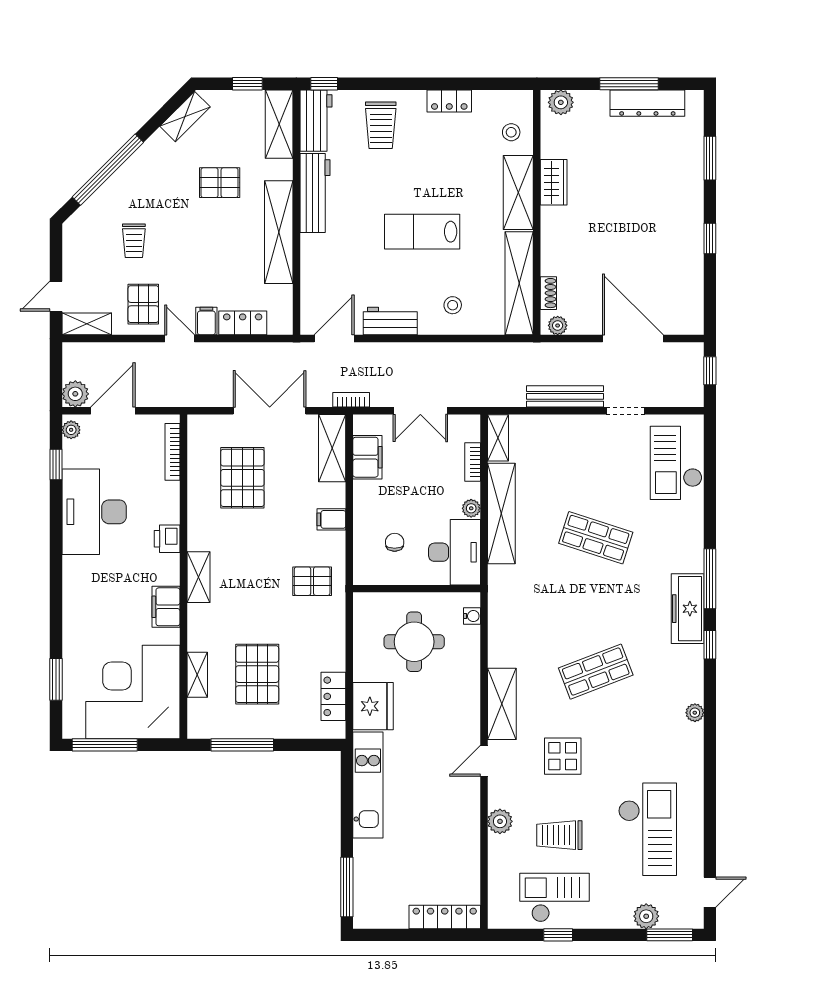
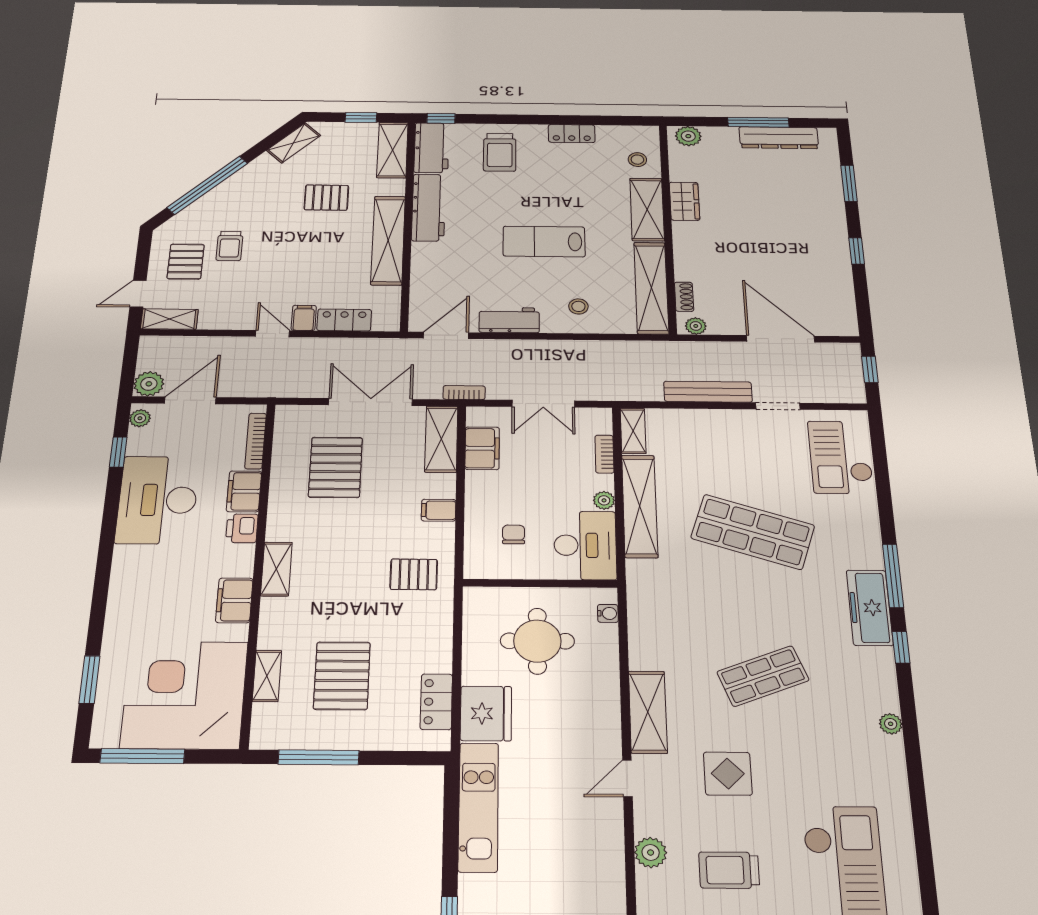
pallet: (143, 304) -> (186, 262), moved
filing cabinet: (166, 503) -> (244, 491), added
shop shelf: (596, 538) -> (753, 532), width x1.43, depth x1.36

